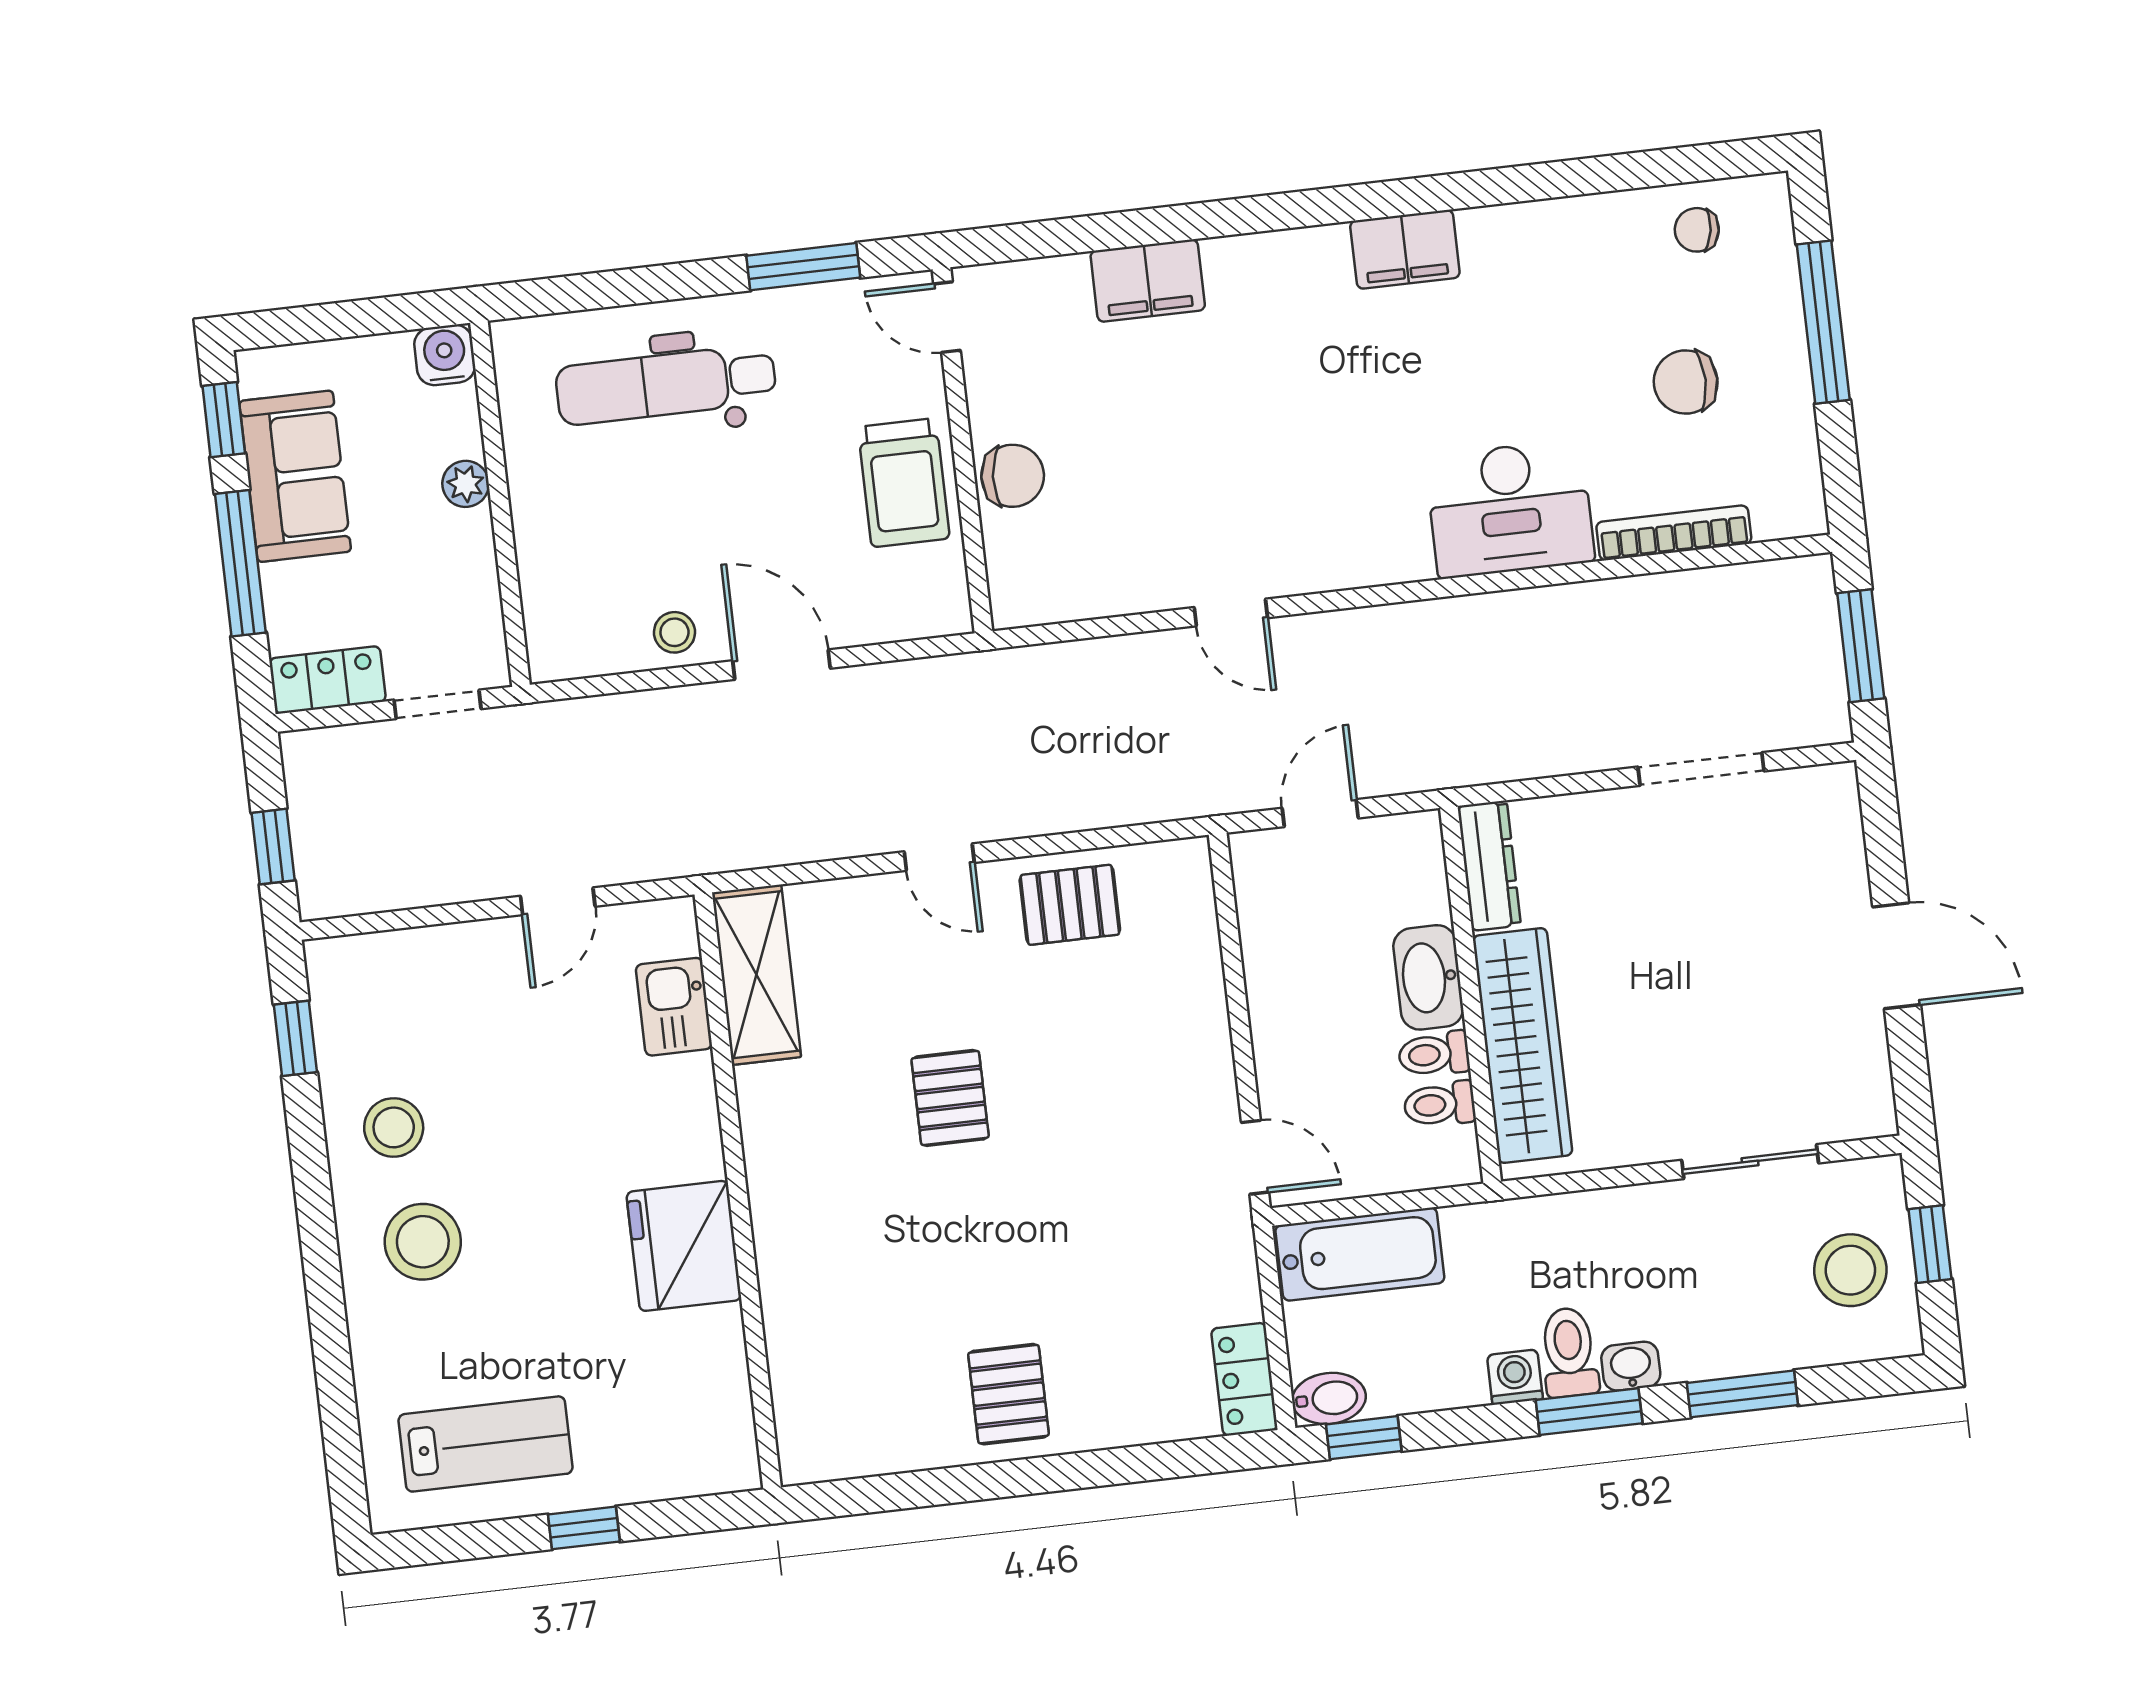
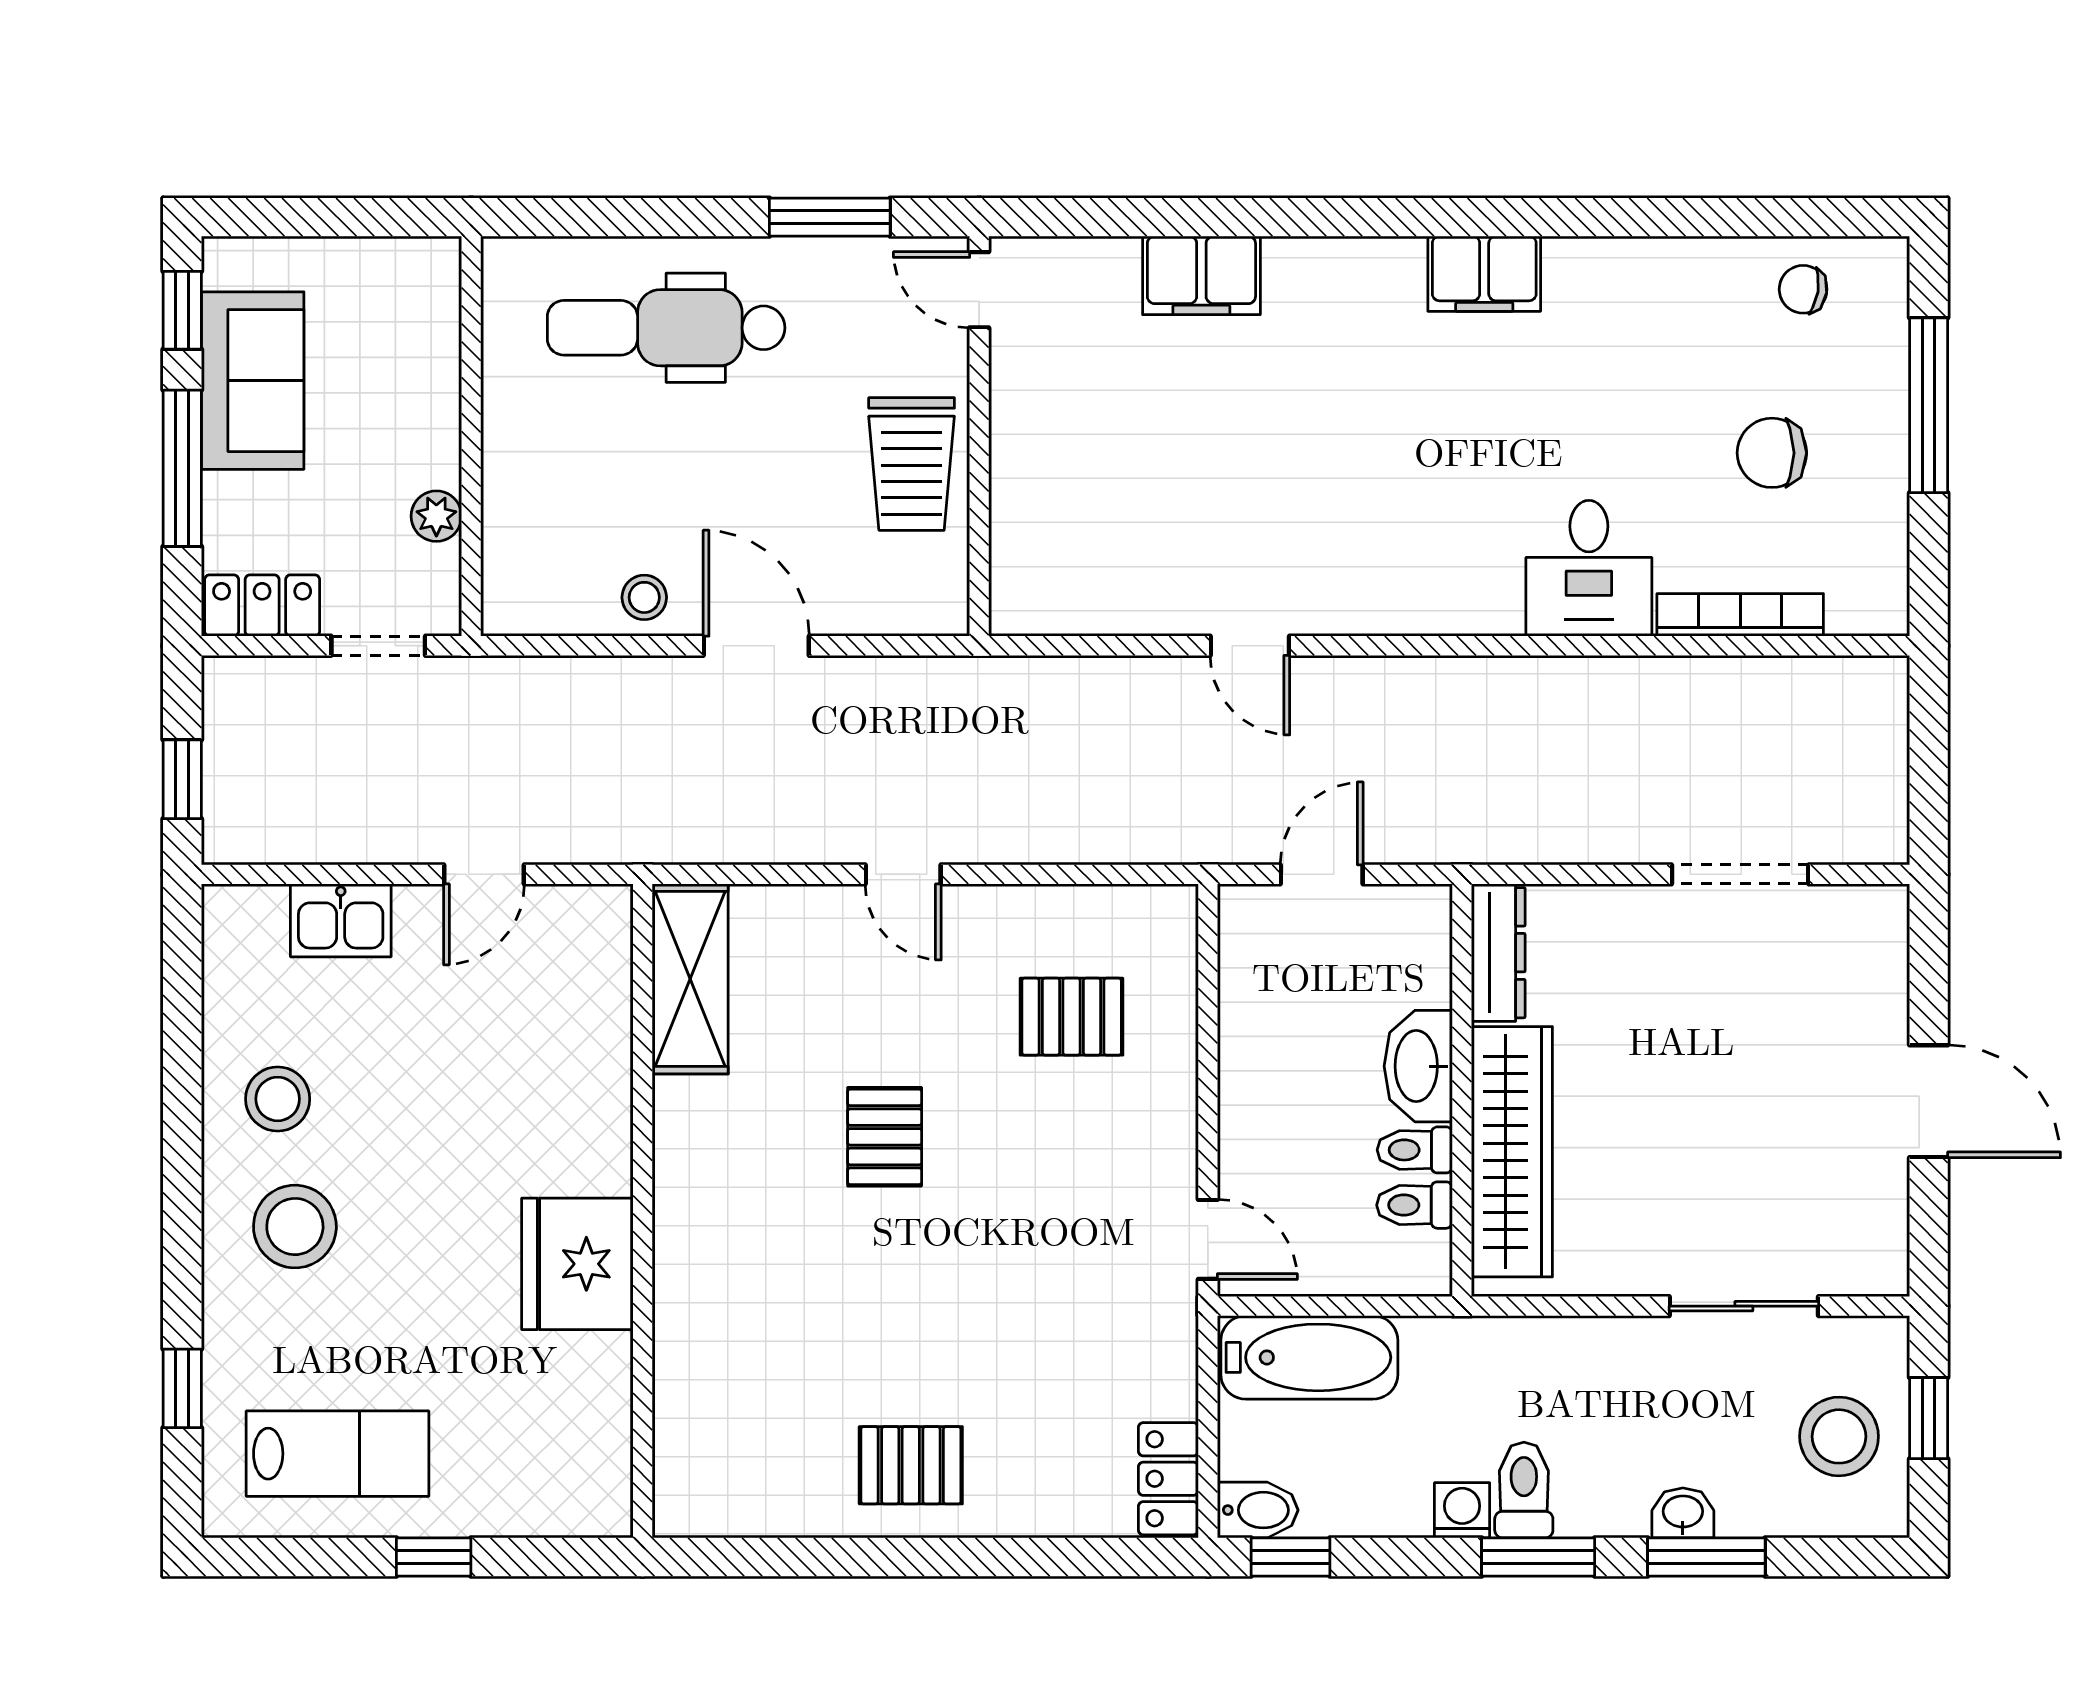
water cooler: (445, 355) -> (430, 268), removed
chair: (1013, 476) -> (1030, 470), removed
plant: (466, 484) -> (436, 516), moved
desk: (1510, 509) -> (1589, 568), width x0.73
window: (1861, 646) -> (1929, 761), removed
pallet: (1070, 905) -> (1072, 1017), moved
kitchen sink: (674, 1007) -> (341, 920), moved, turned -90
window: (295, 1038) -> (182, 1388), moved
washbasin: (1631, 1366) -> (1683, 1513), moved
pallet: (1009, 1394) -> (911, 1465), turned 90

